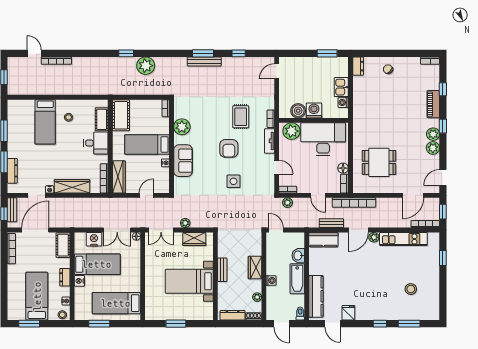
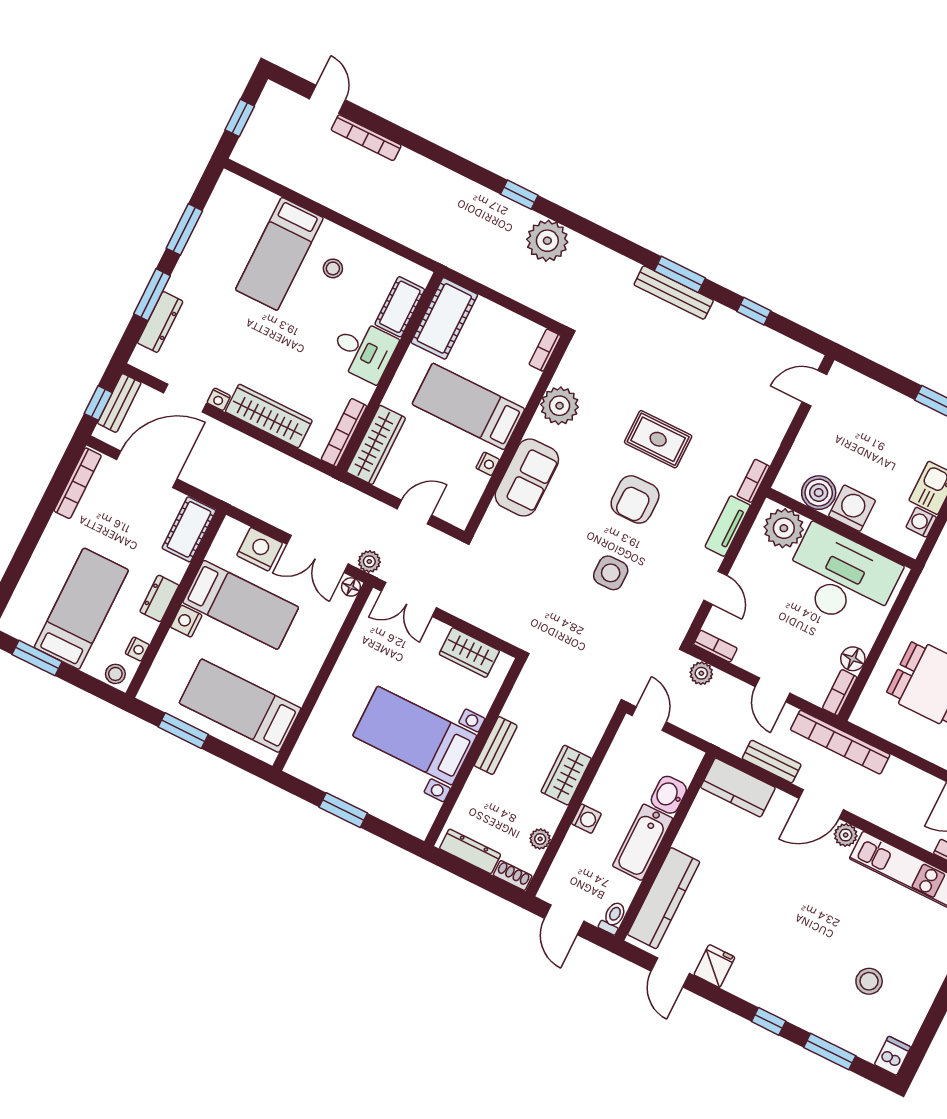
rug: (241, 117) -> (658, 439), moved, turned 90
plant: (185, 223) -> (369, 561), moved
dishwasher: (434, 313) -> (893, 1056), added

